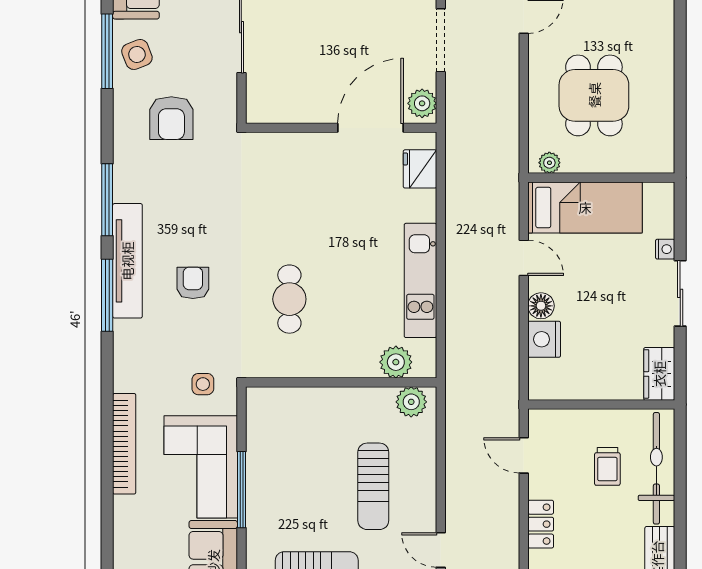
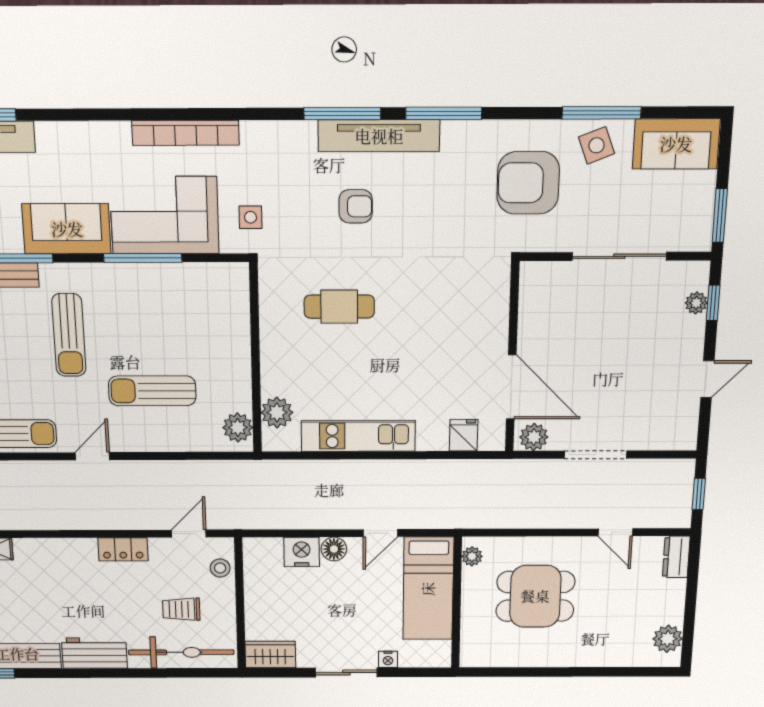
armchair: (171, 118) -> (528, 183), width x1.36, depth x1.36
fridge: (420, 169) -> (464, 435), width x0.72
stool: (562, 424) -> (220, 568), added

